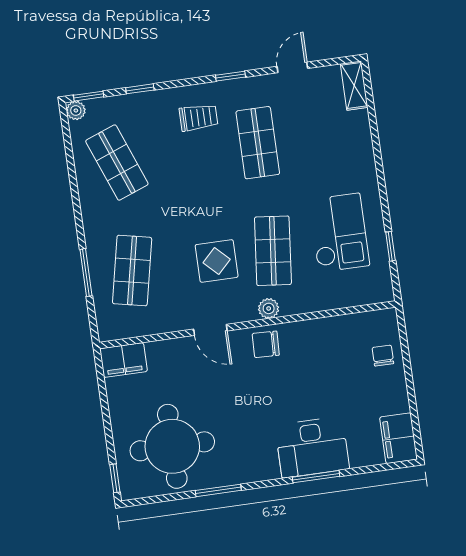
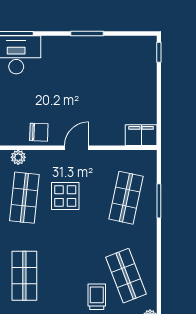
trolley: (199, 118) -> (97, 297), moved, turned 90
plant: (269, 308) -> (18, 157), moved
door: (210, 330) -> (77, 148), hinge flipped
round table: (172, 446) -> (115, 69), removed

